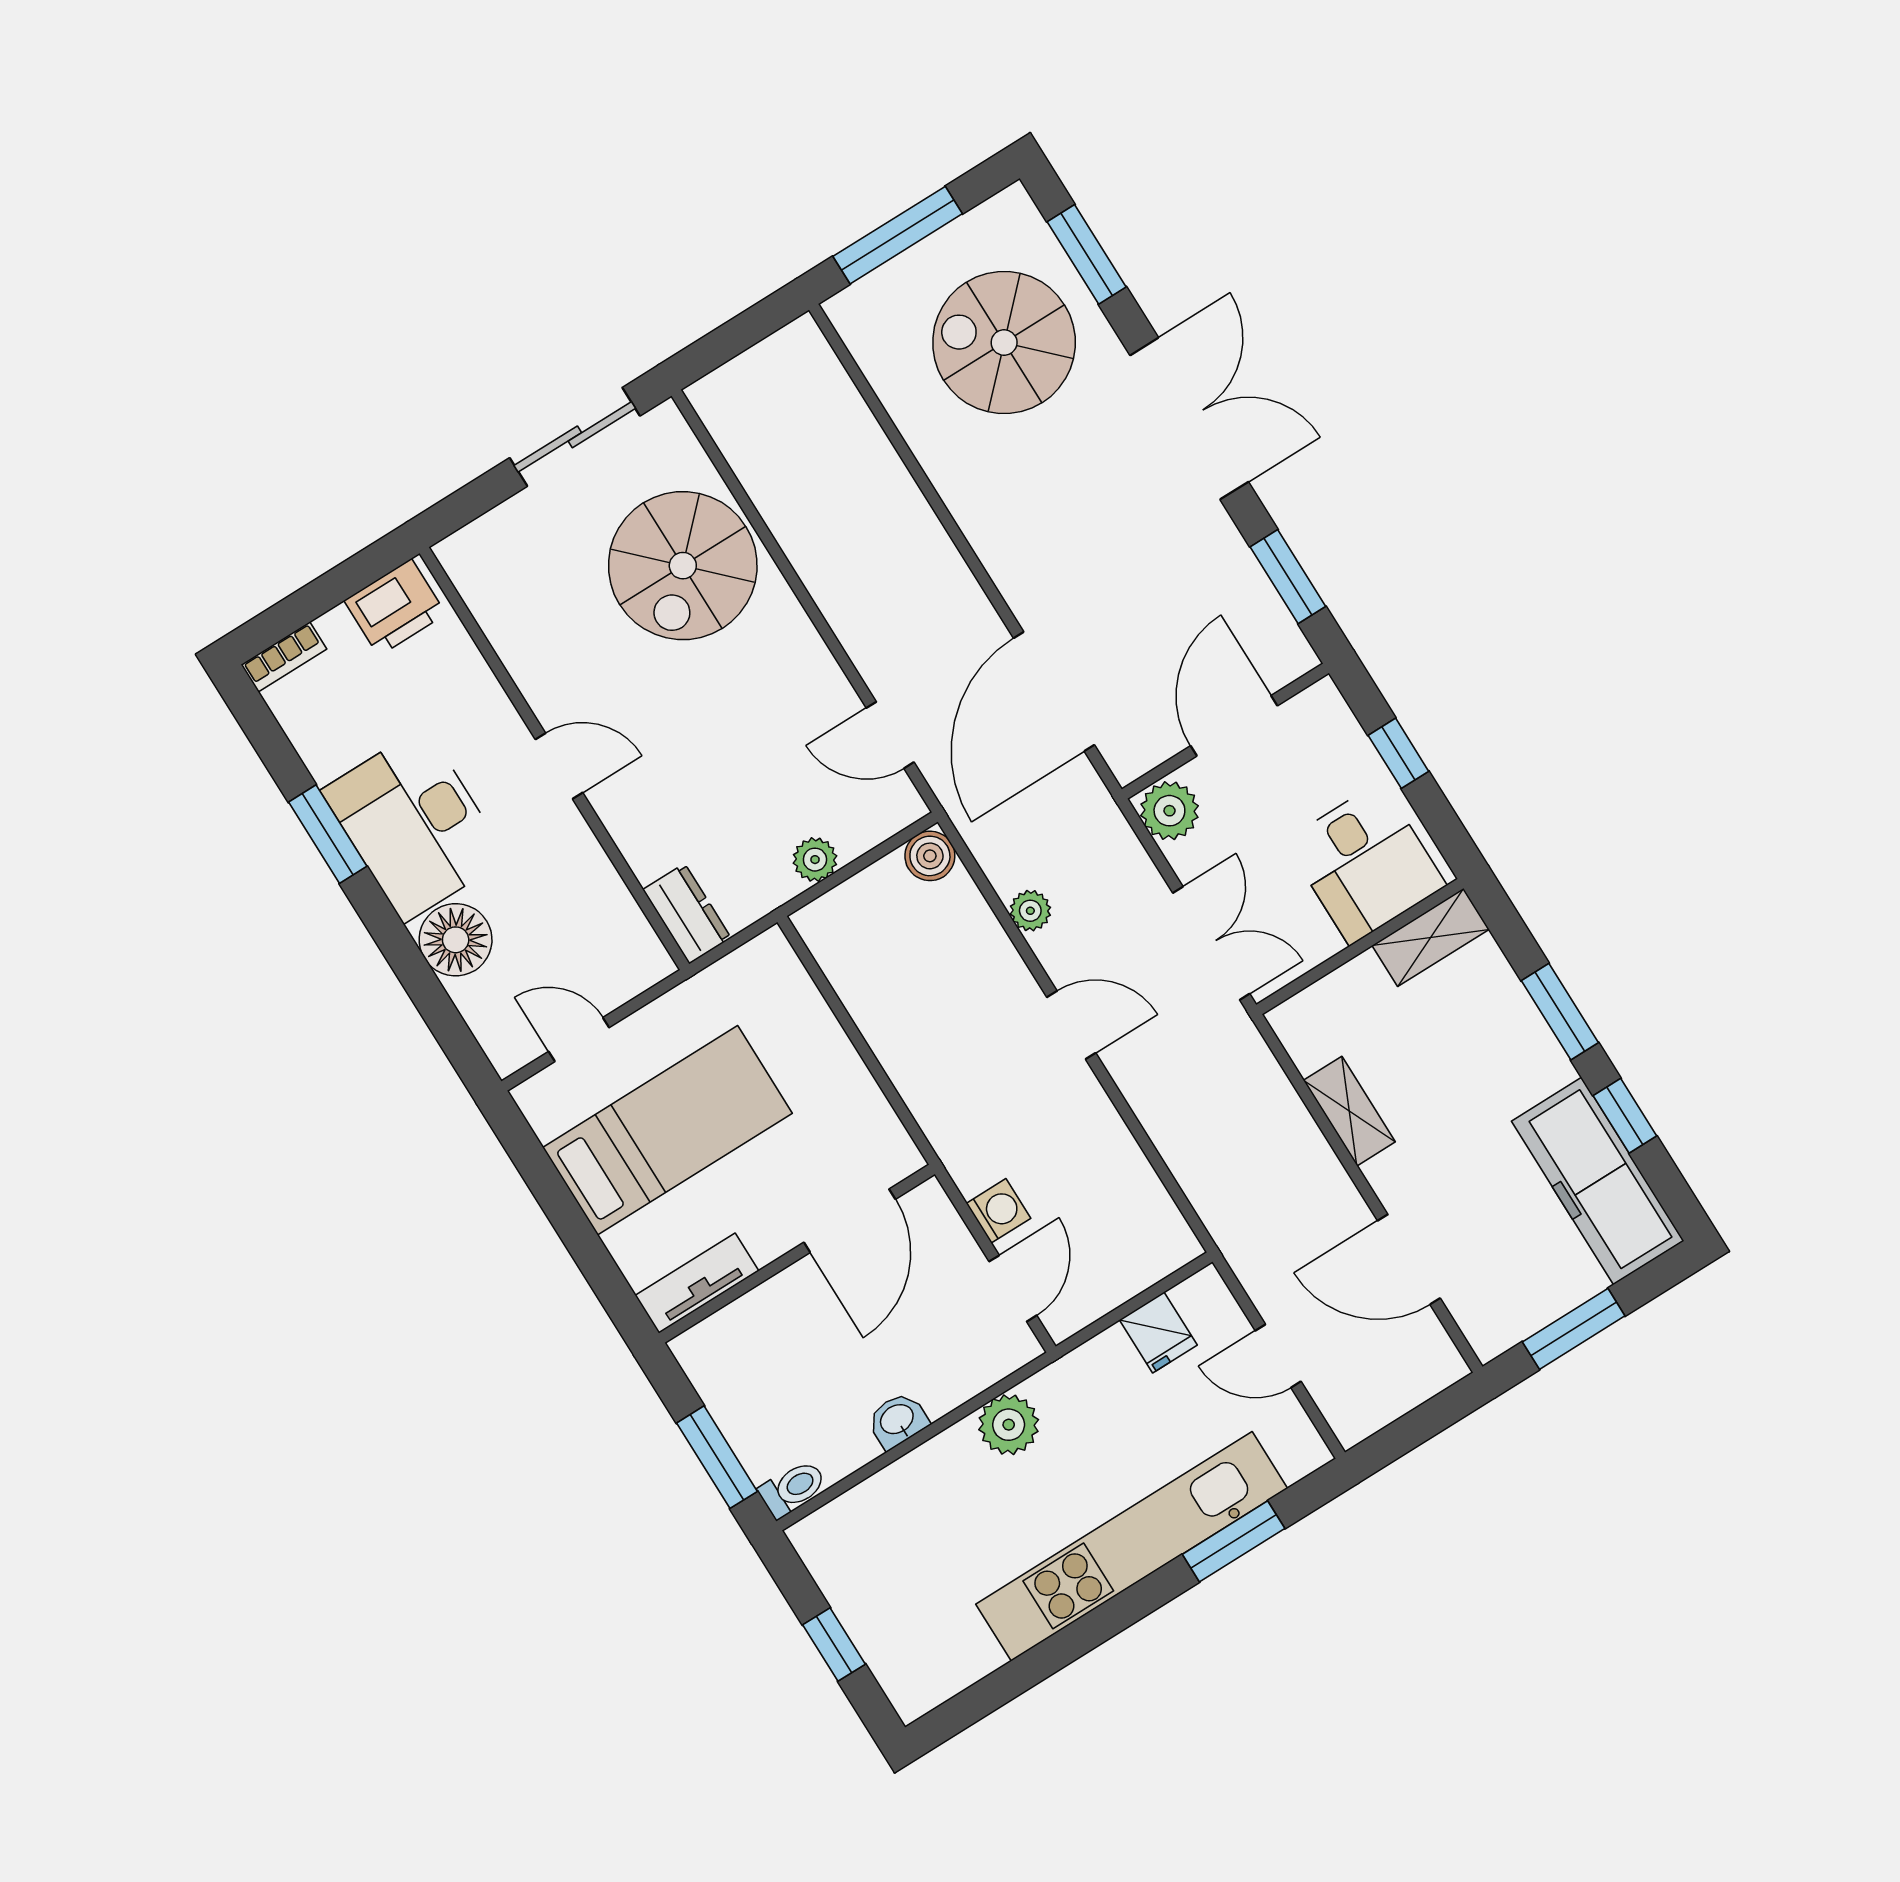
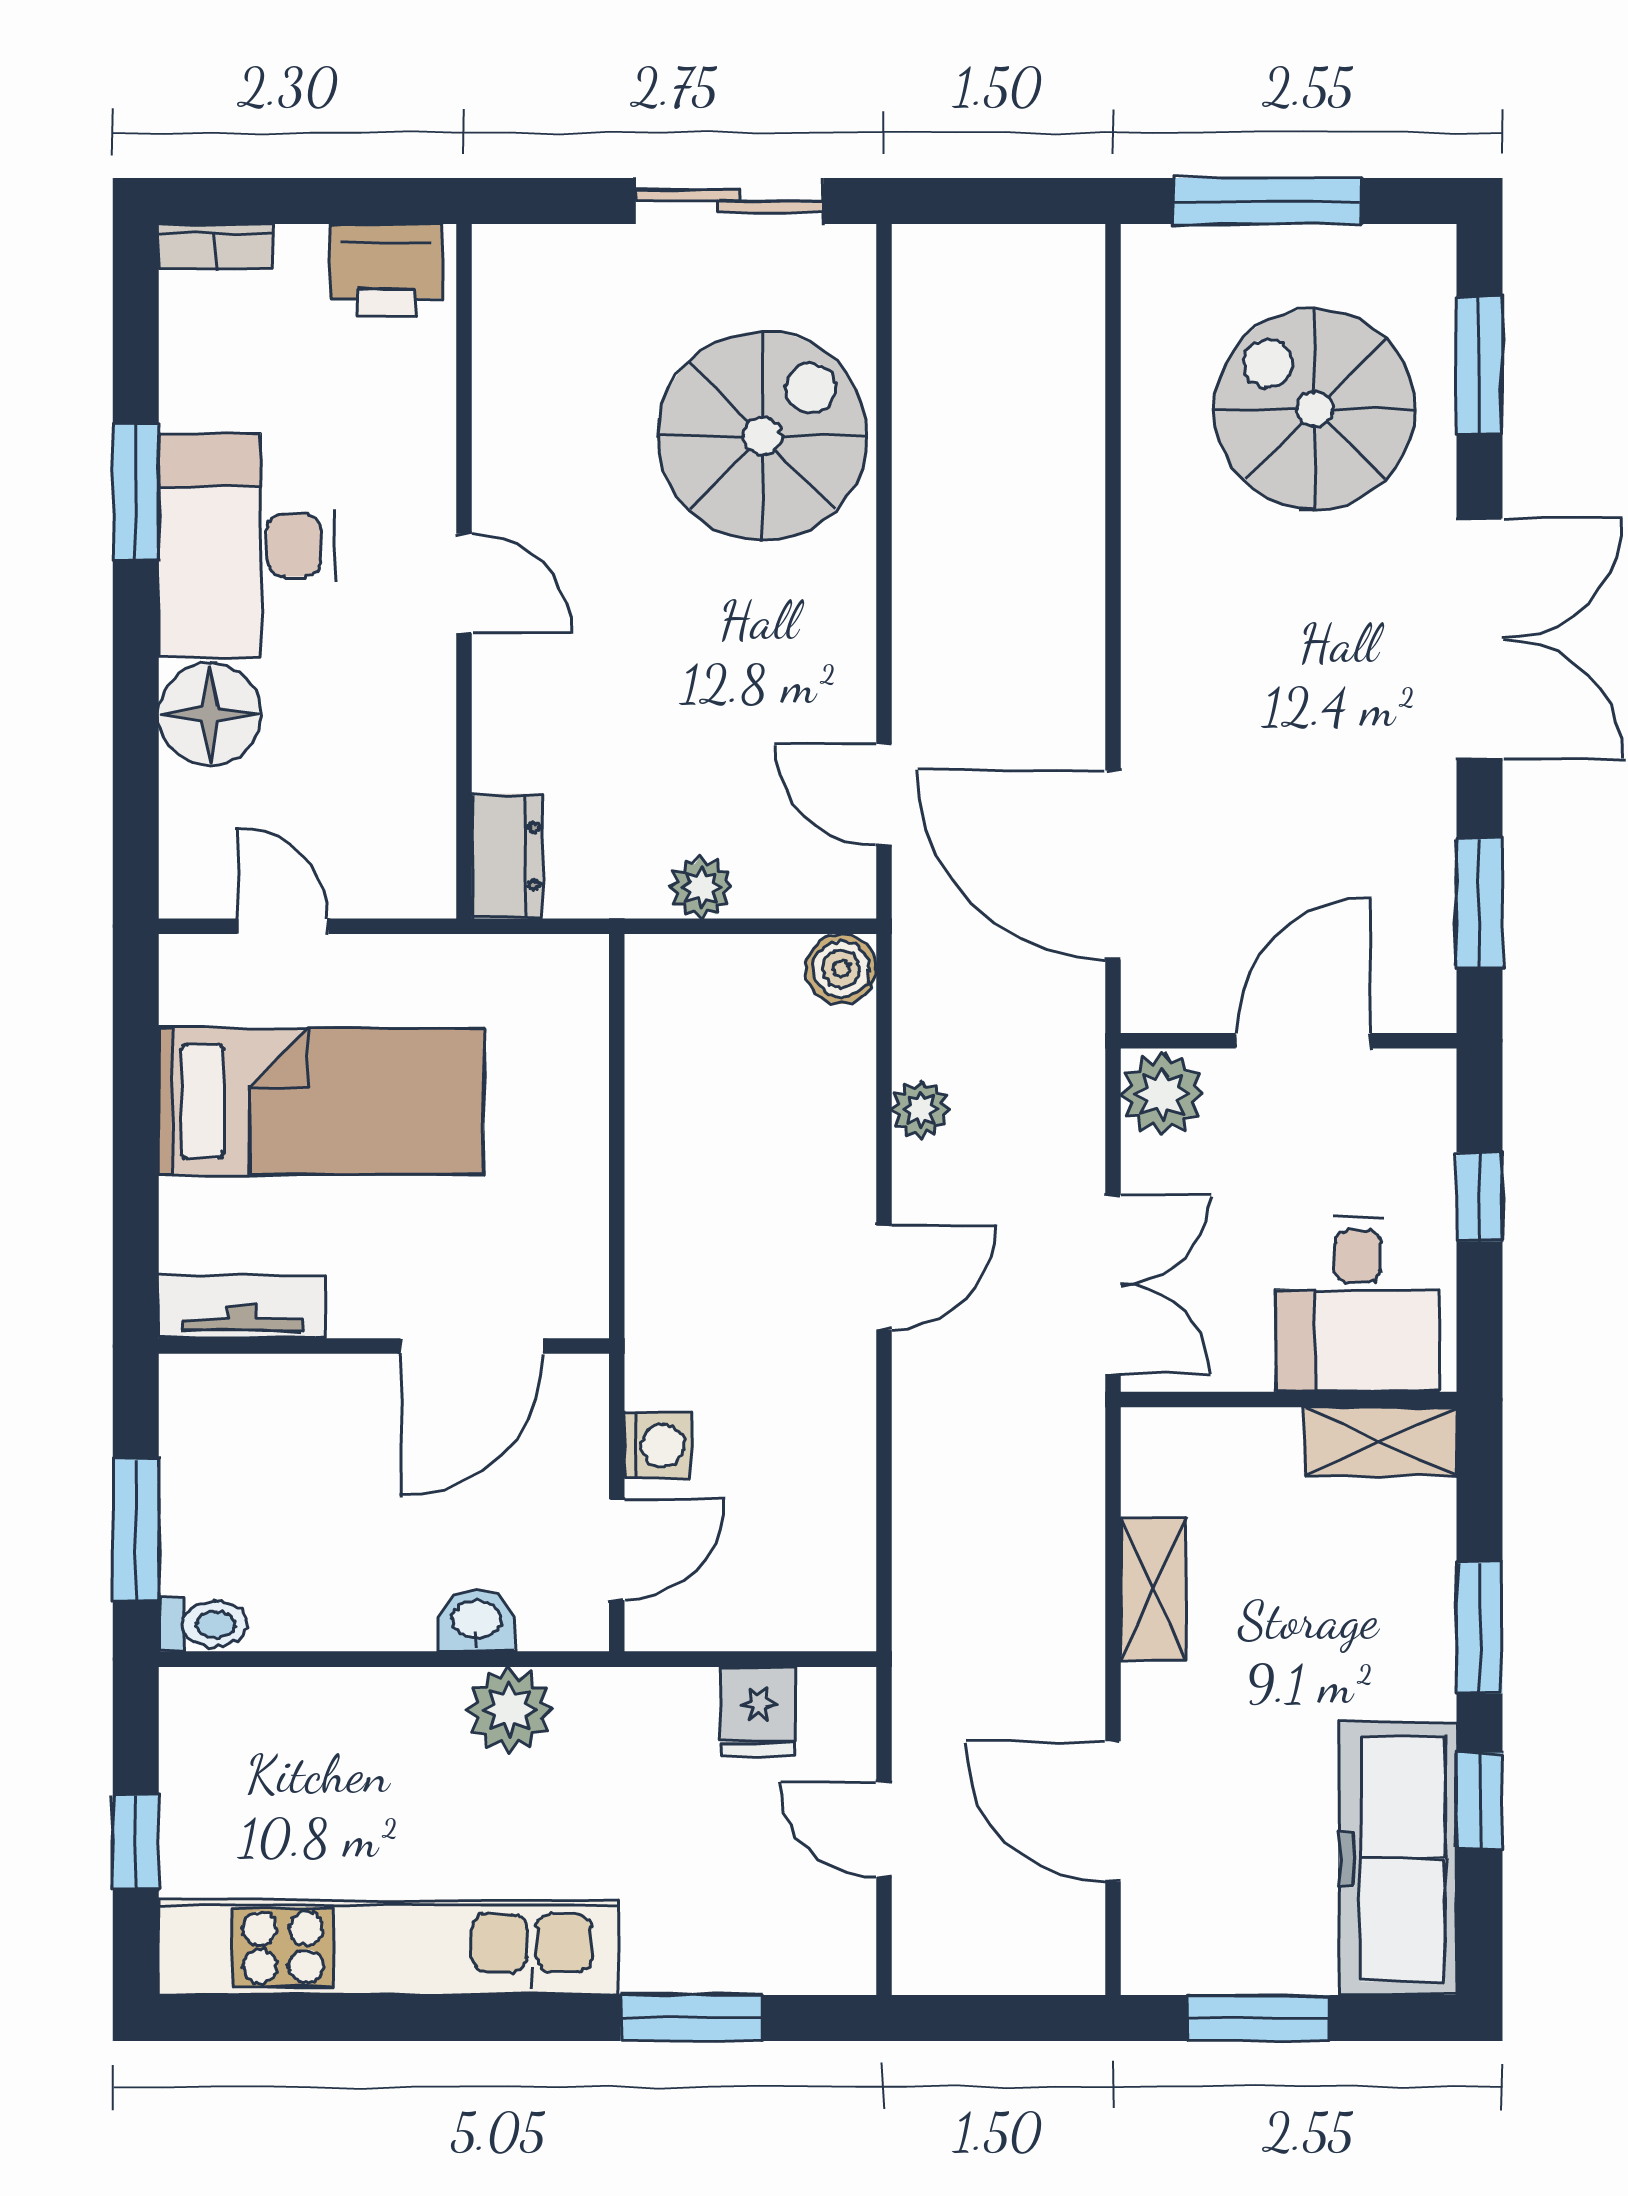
spiral stairs: (683, 566) -> (762, 436), turned 180
door: (1054, 692) -> (1113, 865), hinge flipped
door: (1071, 1025) -> (884, 1278), hinge flipped
washbasin: (897, 1420) -> (477, 1621), moved
kitchen unit: (1132, 1546) -> (389, 1947), moved

